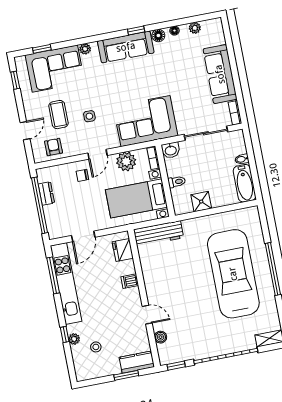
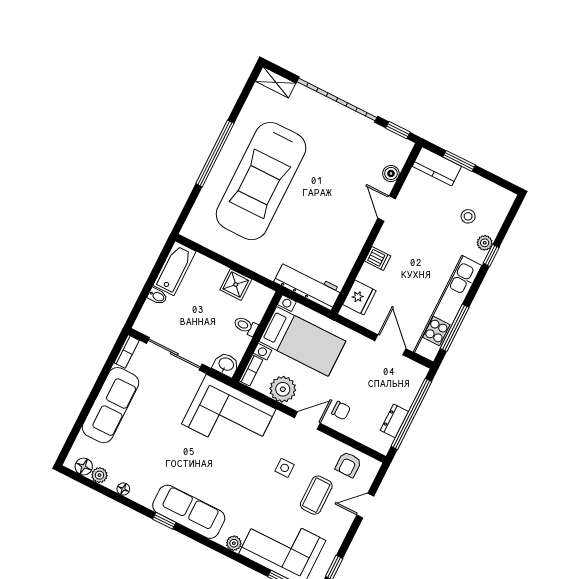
floor lamp: (158, 35) -> (84, 467), moved
door: (83, 236) -> (390, 345), hinge flipped

